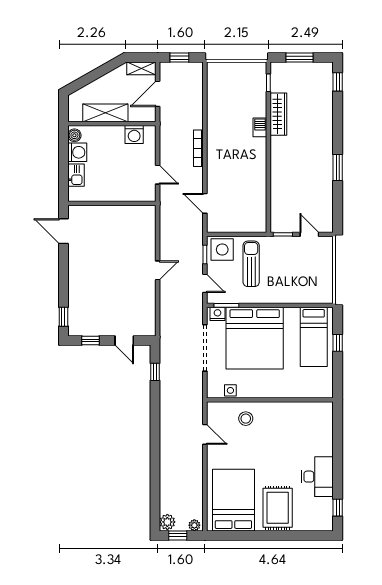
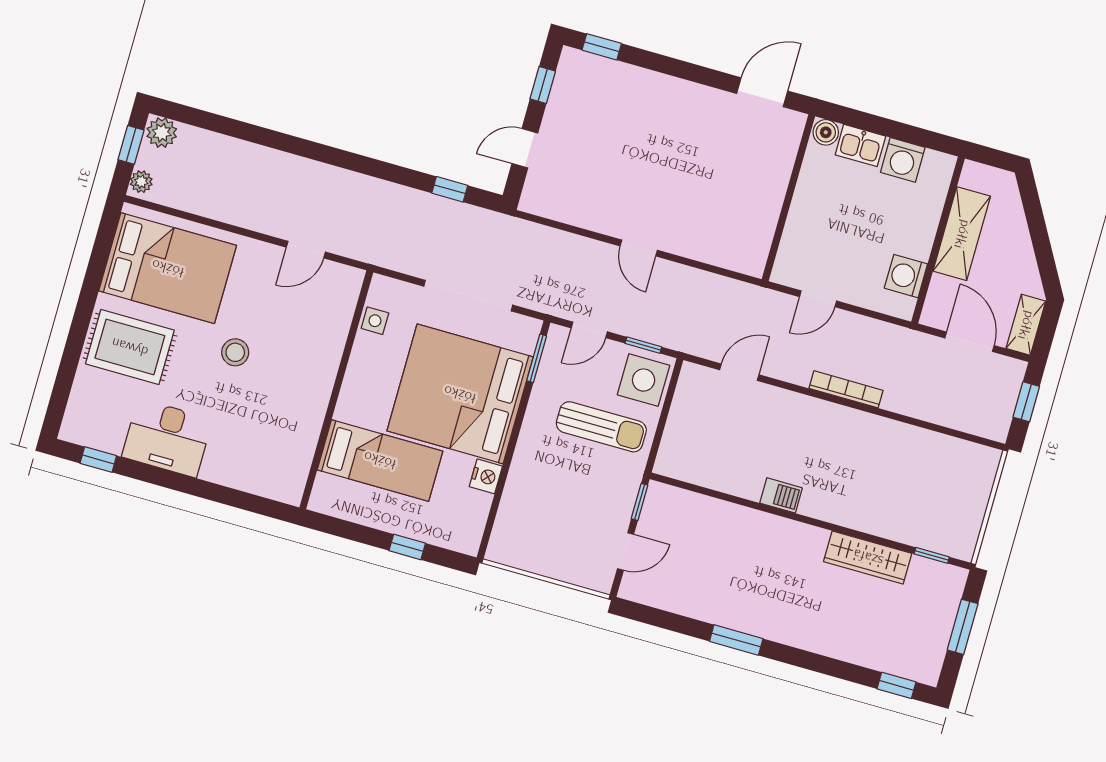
barbecue: (260, 127) -> (781, 495), moved
boiler: (74, 135) -> (826, 132), moved
nightstand: (218, 314) -> (486, 476), moved
bed: (314, 337) -> (380, 460), moved, turned 180
stool: (246, 419) -> (235, 352), moved

